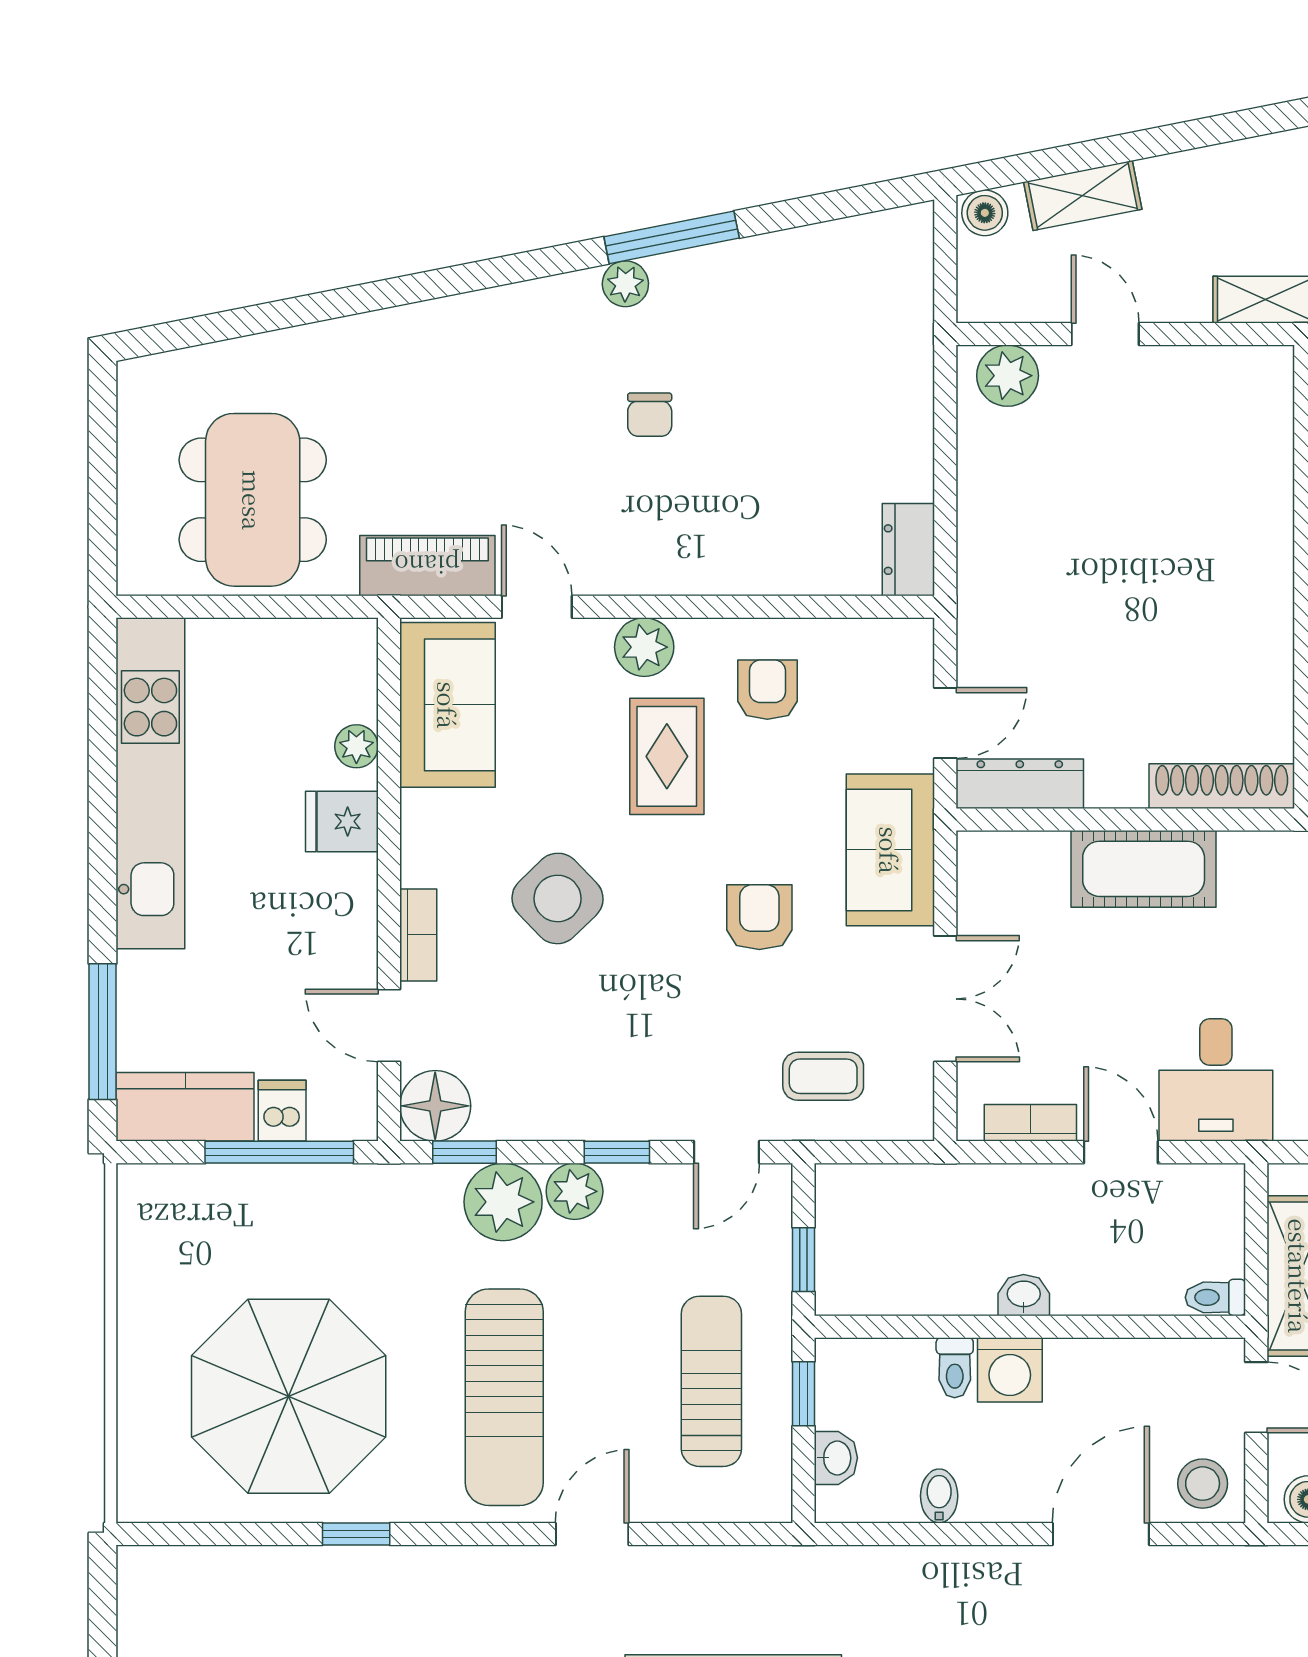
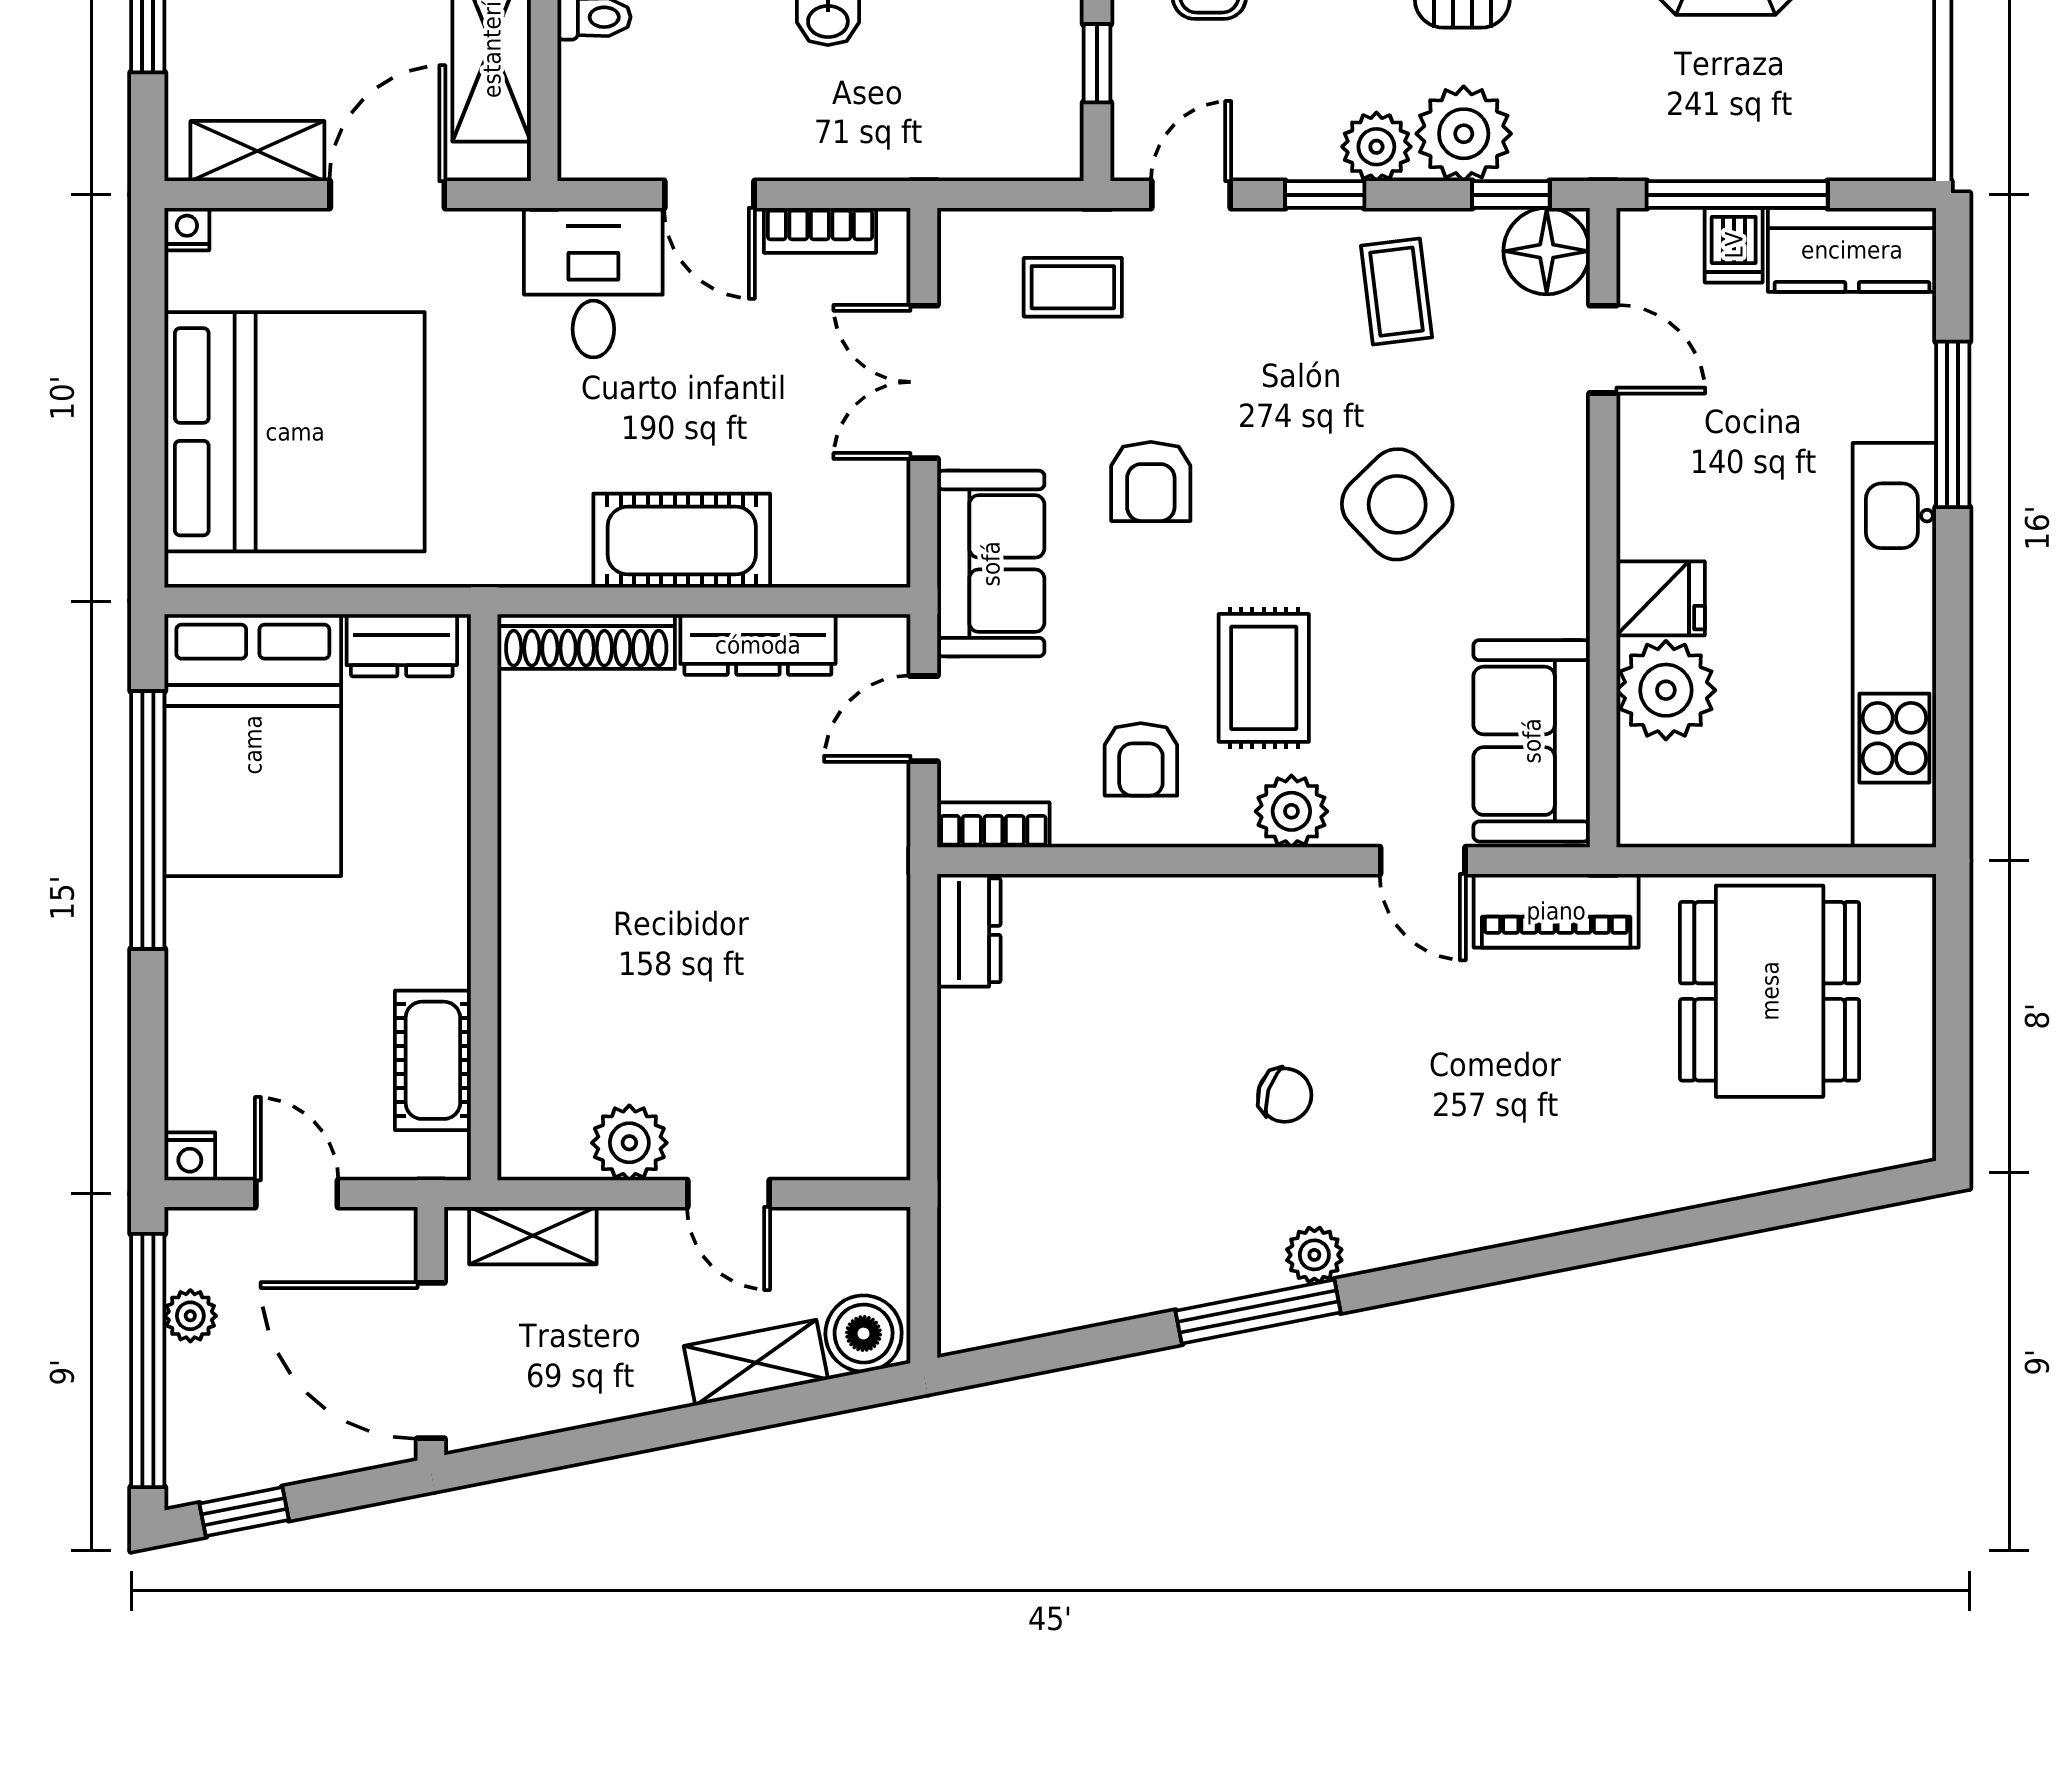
boiler: (985, 213) -> (864, 1334), width x1.36, depth x1.36
plant: (1008, 376) -> (629, 1143), moved
chair: (650, 415) -> (1285, 1095), turned 108
plant: (356, 746) -> (1666, 690), width x1.87, depth x1.87
dresser: (1020, 784) -> (758, 645), moved
bookcase: (418, 935) -> (993, 825), moved, turned 90
window: (103, 1032) -> (1953, 424), moved
coffee table: (558, 1073) -> (1396, 292), added

